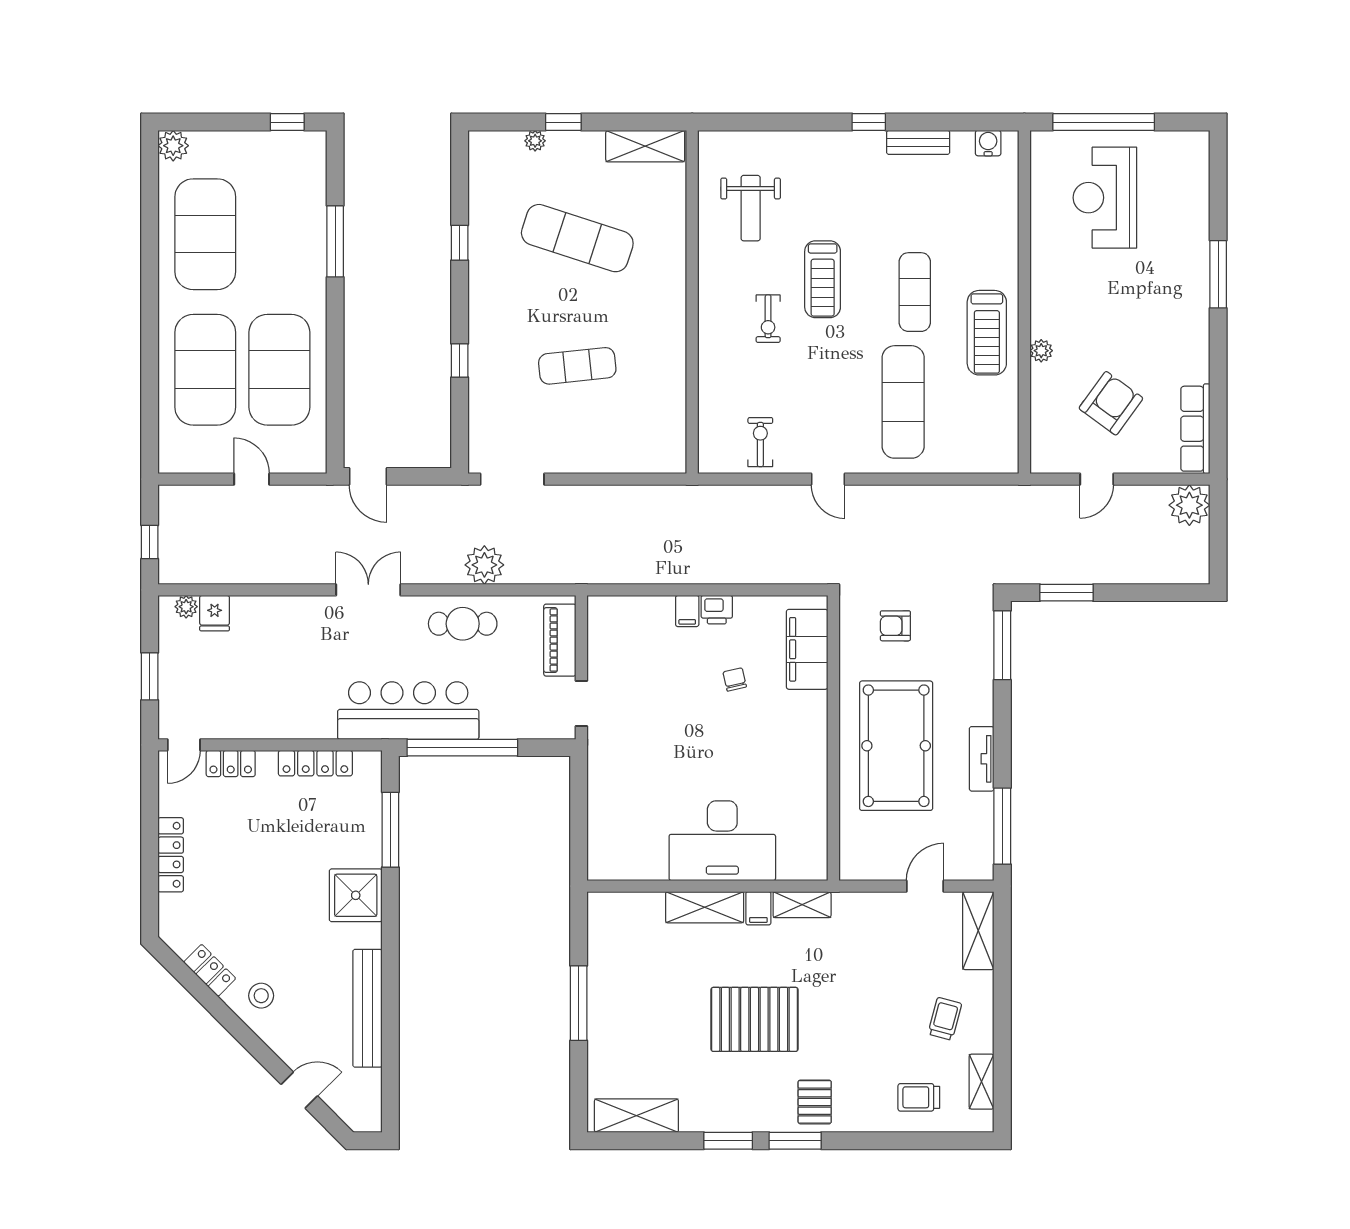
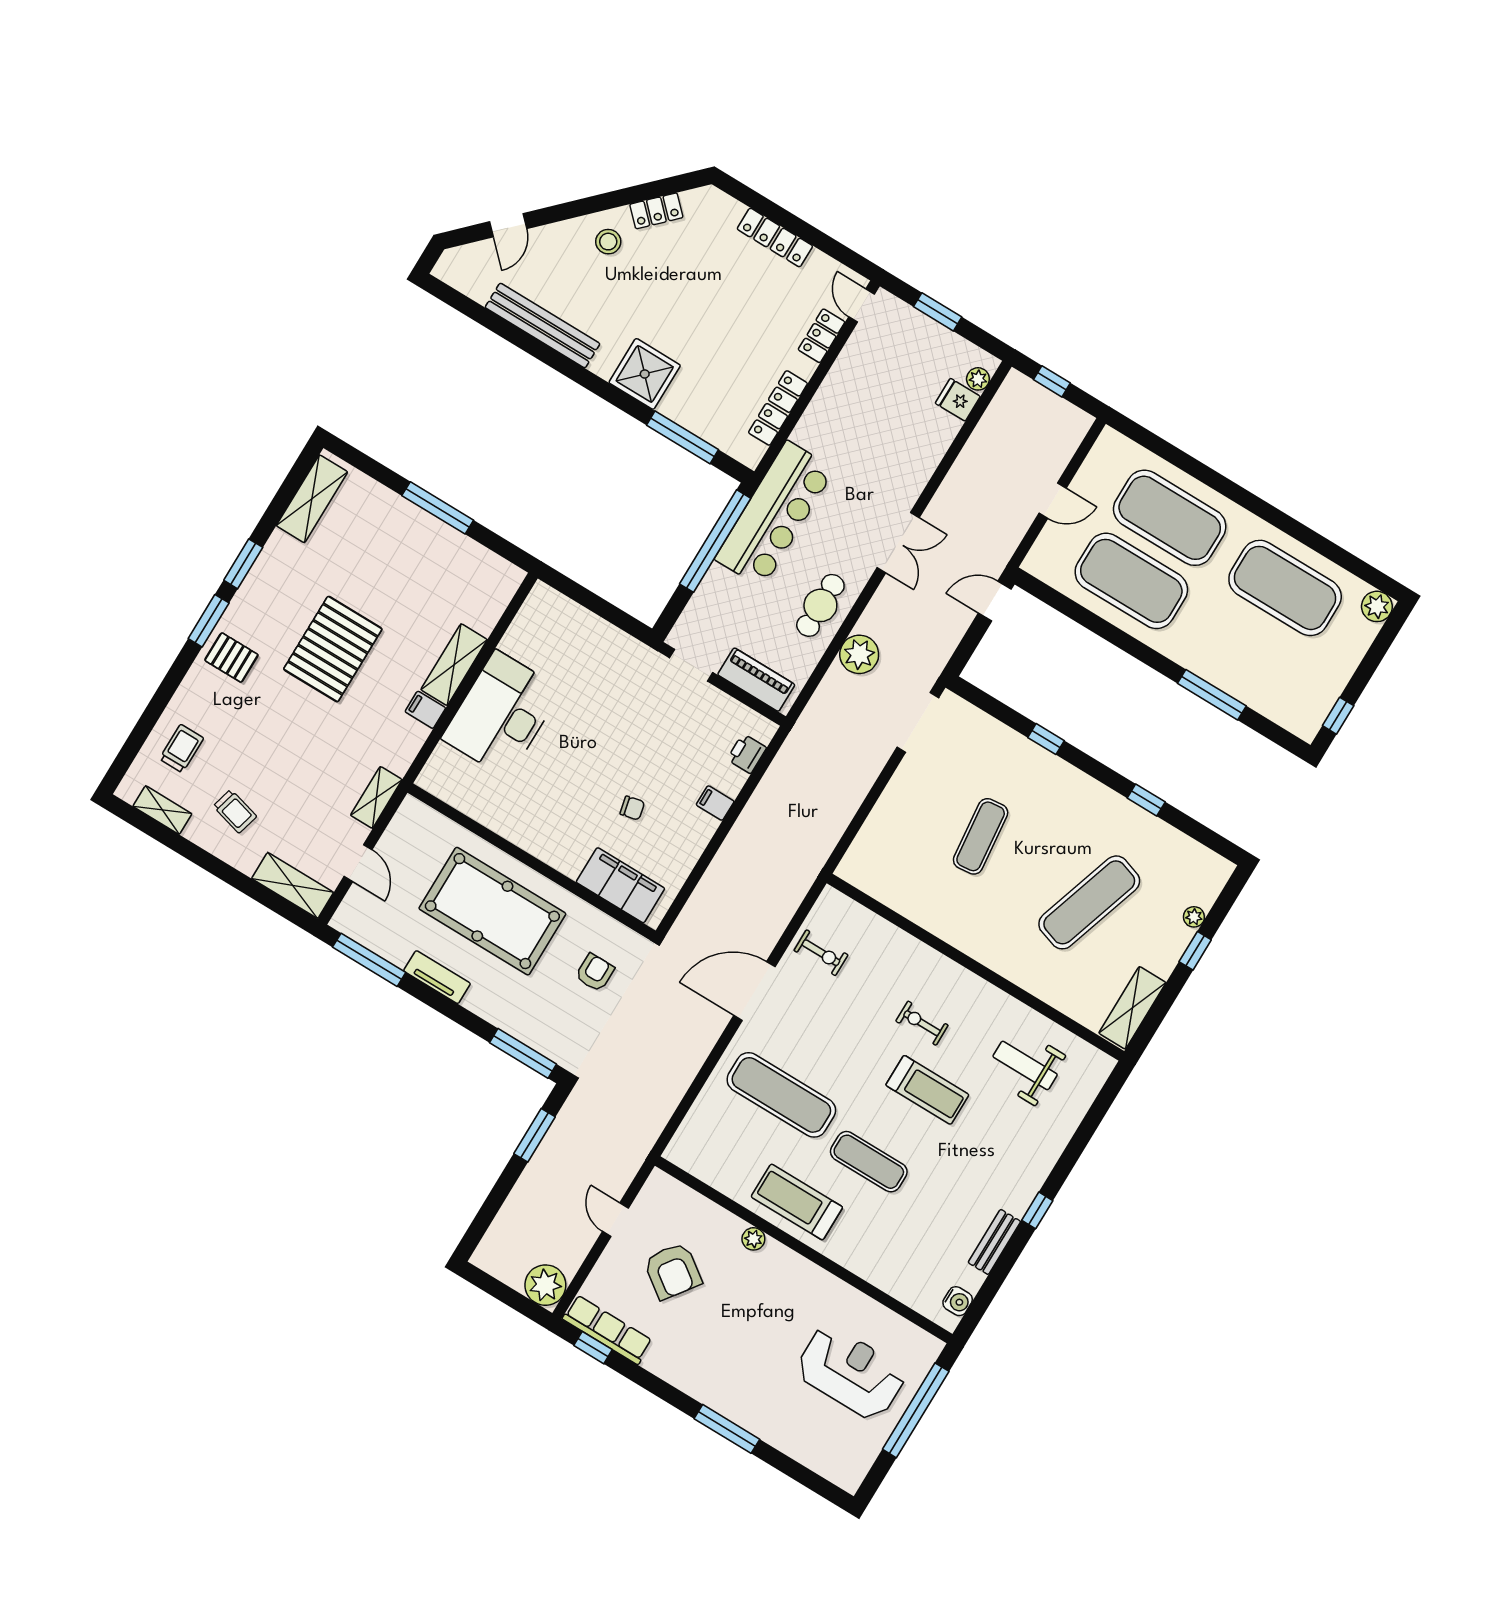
treadmill: (823, 279) -> (927, 1090), turned 180
window: (1218, 432) -> (593, 1348), added
door: (828, 479) -> (754, 991), width x1.88
printer: (717, 610) -> (747, 754), moved
shelving: (802, 905) -> (376, 797), moved

